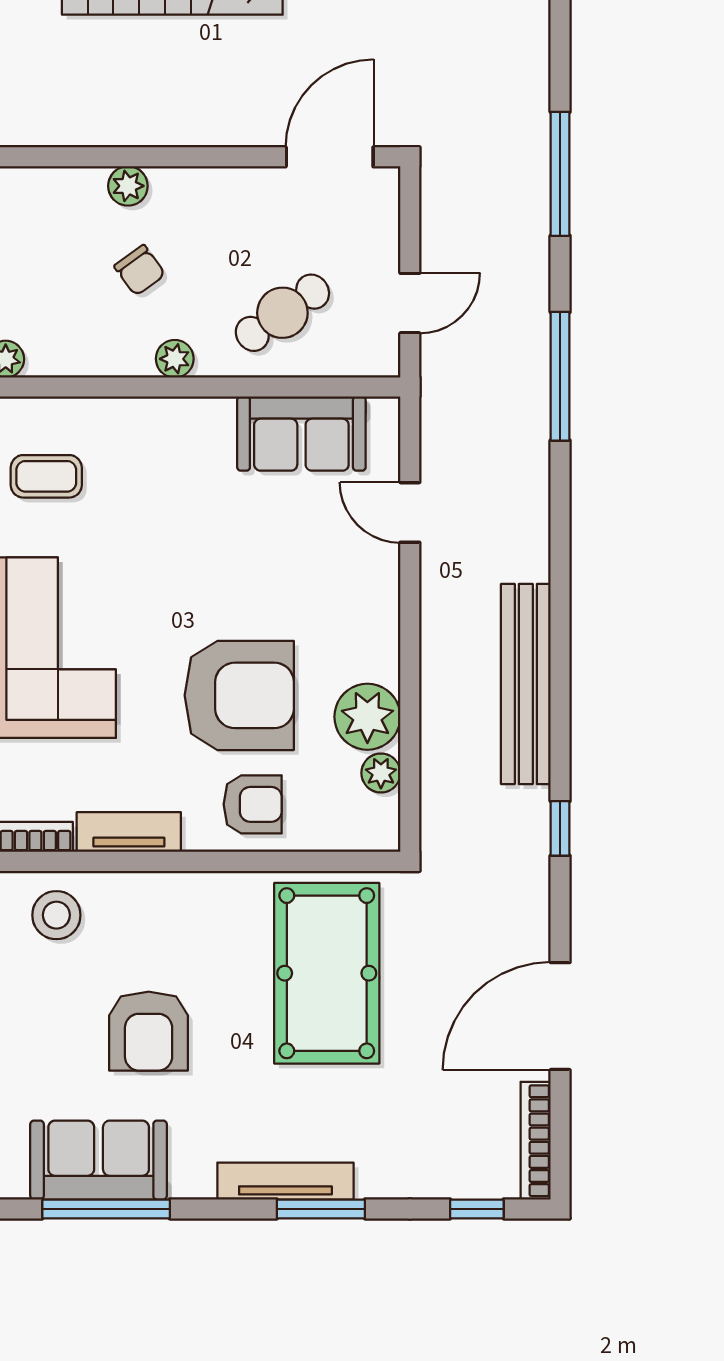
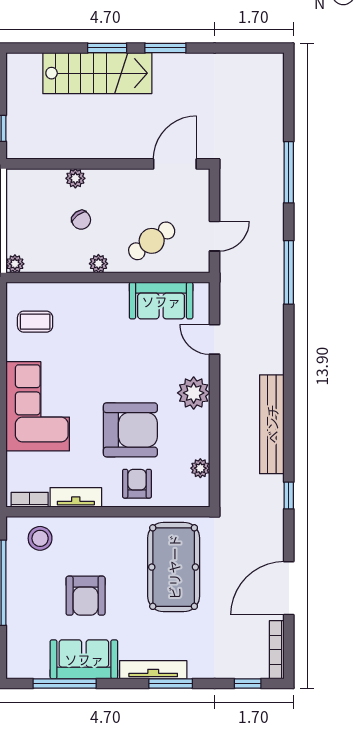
plant: (367, 717) -> (194, 393), moved
armchair: (253, 804) -> (137, 484), turned -90
sofa: (99, 1160) -> (84, 659), moved

